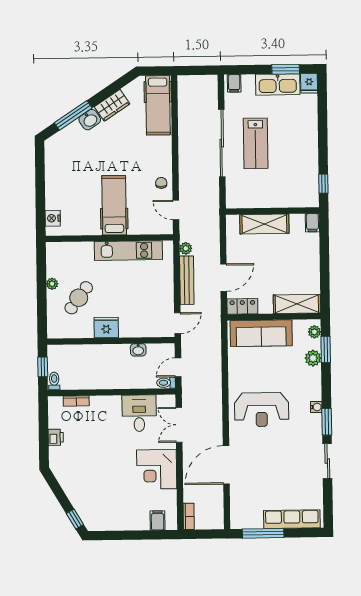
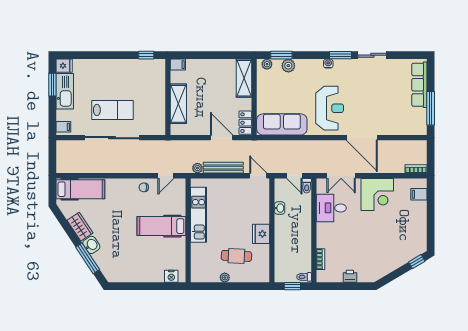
cafe table: (79, 298) -> (236, 256), turned -34
sofa: (261, 333) -> (282, 124), moved, turned -90
door: (226, 465) -> (362, 138), moved

